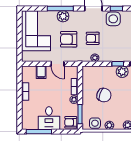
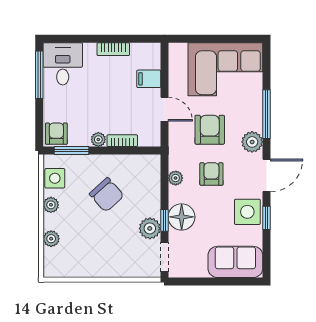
plant: (63, 16) -> (252, 142), moved
floor lamp: (116, 55) -> (182, 217), added
door: (58, 64) -> (164, 109), swing flipped
chair: (104, 95) -> (107, 195), turned -61
desk: (49, 118) -> (63, 64), moved, turned 90

